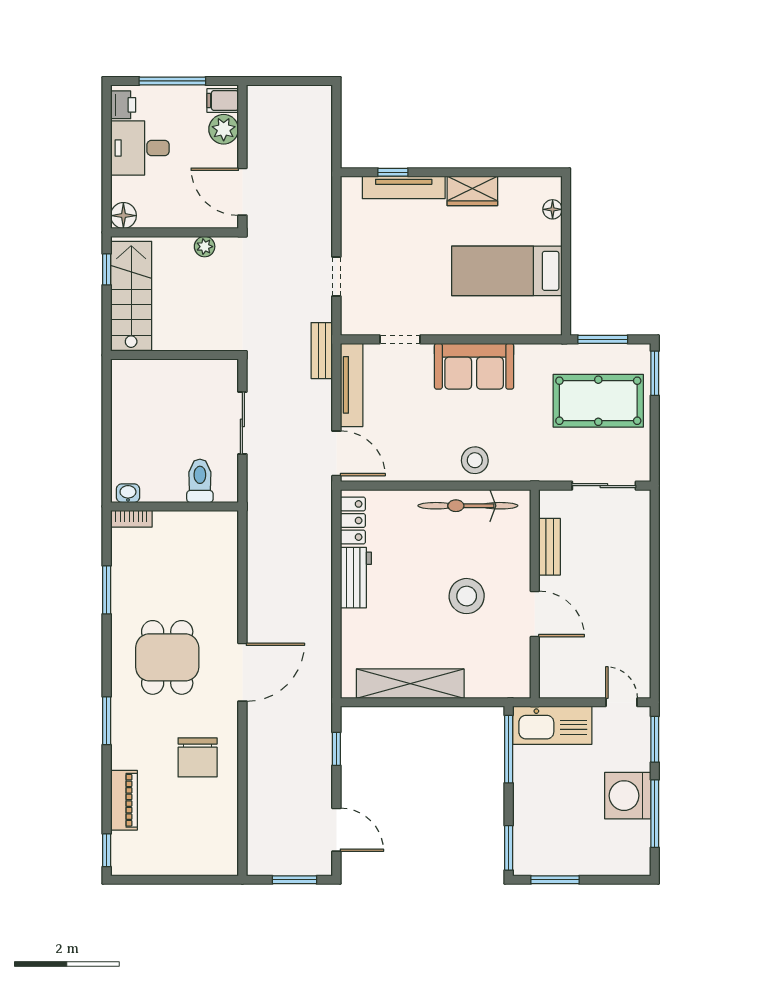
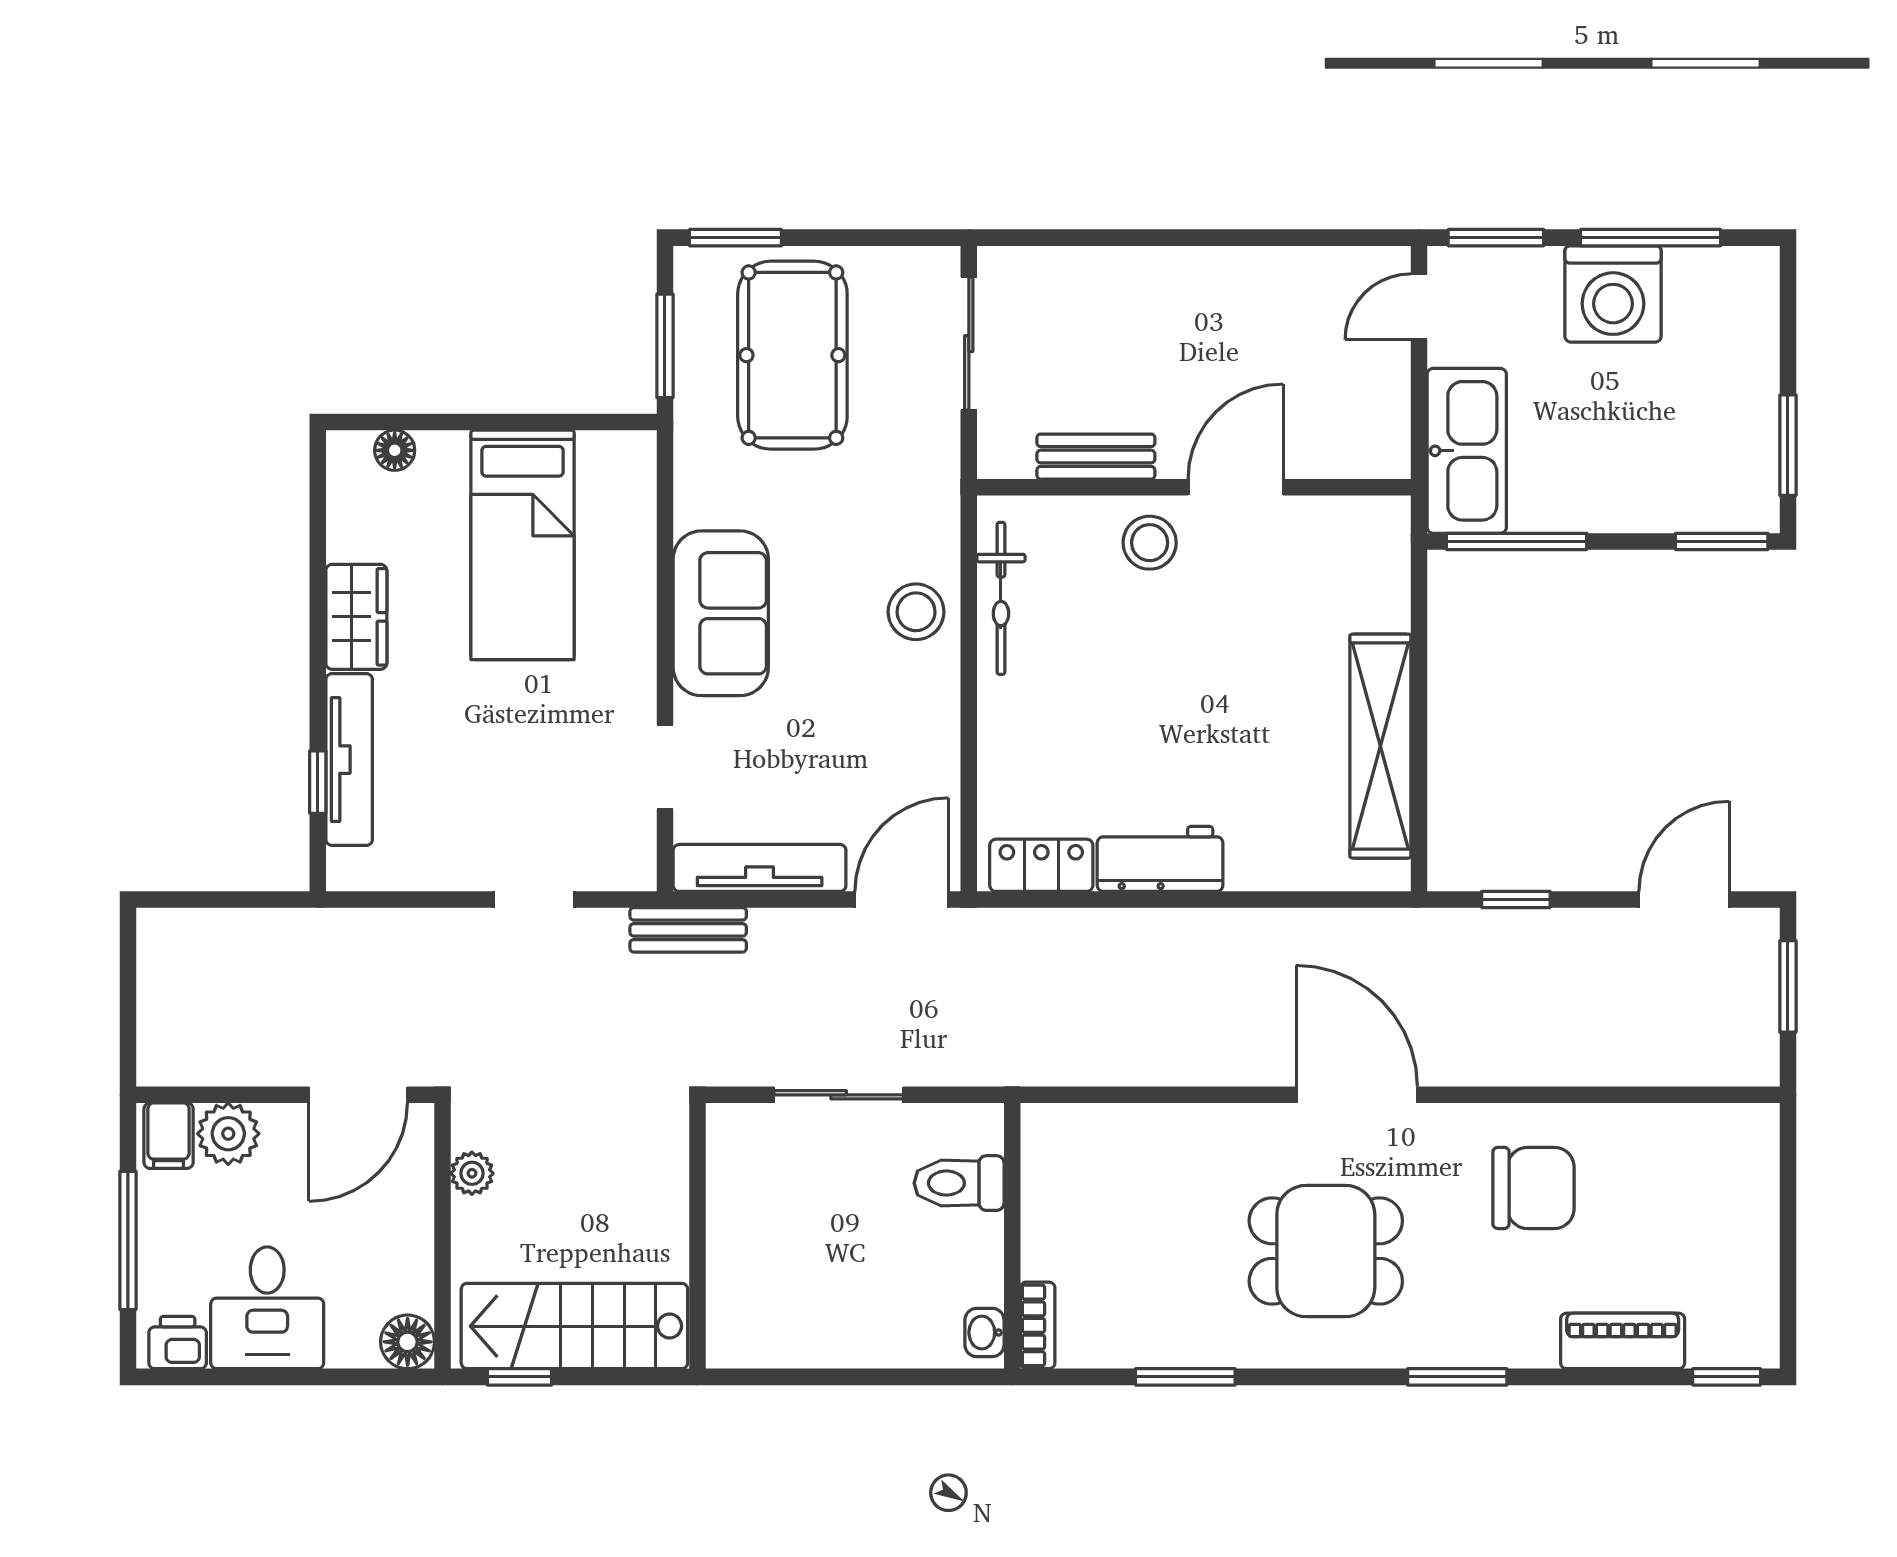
bicycle: (468, 506) -> (1001, 598), width x0.73, depth x0.71
stool: (467, 596) -> (1150, 543), moved, width x0.73, depth x0.73

